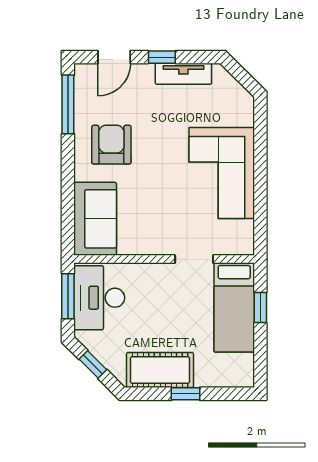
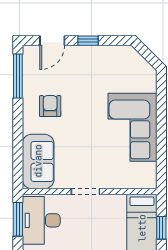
tv unit: (183, 74) -> (104, 53), removed
armchair: (111, 145) -> (50, 106), width x0.72, depth x0.72
doorway: (194, 259) -> (86, 191), moved

